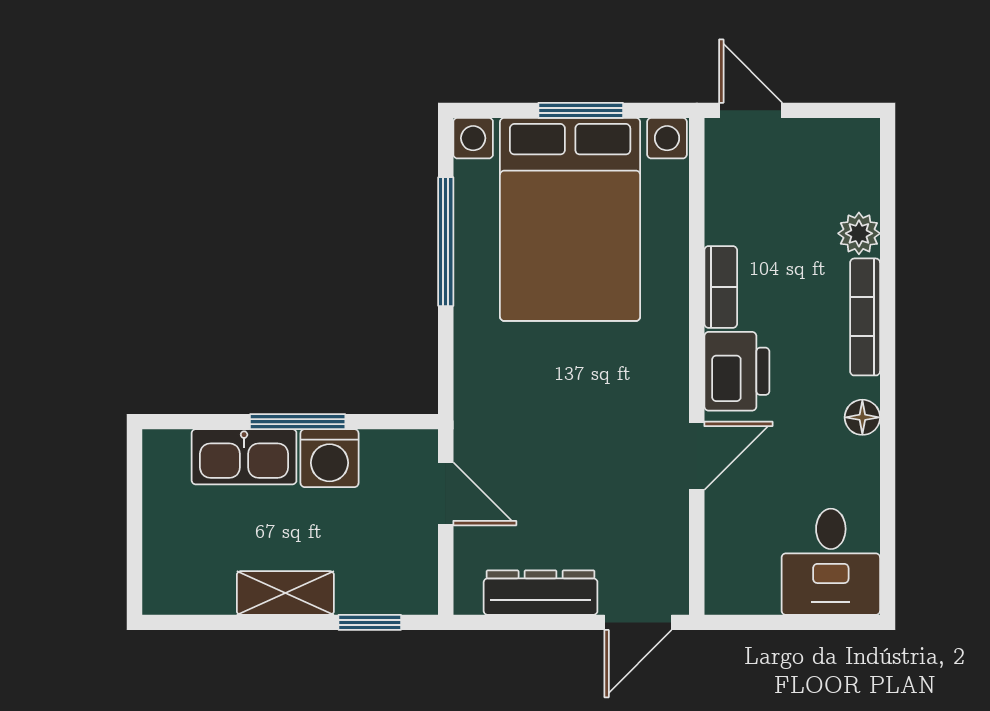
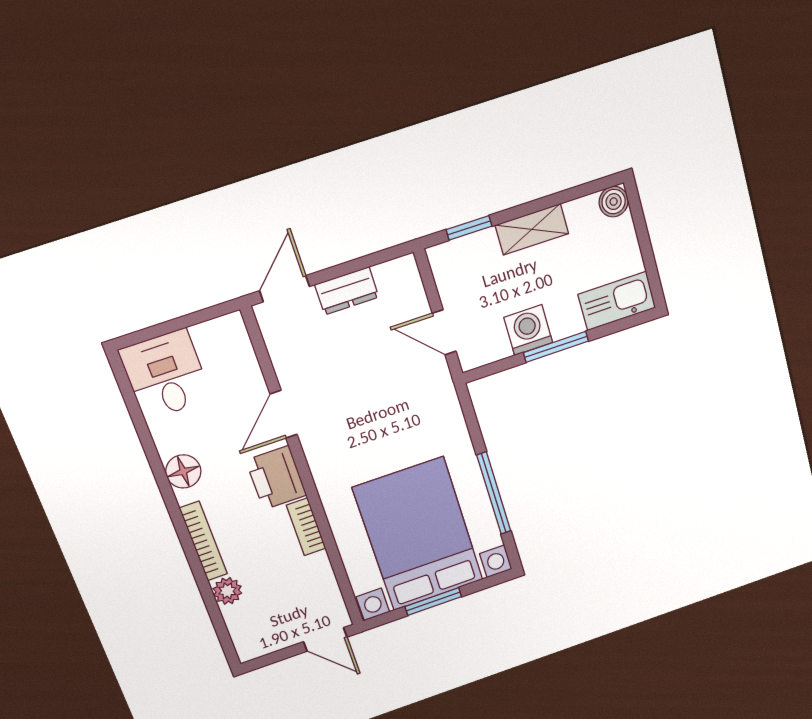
floor lamp: (862, 417) -> (183, 471), width x1.37, depth x1.37
kitchen sink: (244, 457) -> (617, 301), moved
dresser: (541, 593) -> (347, 291), width x0.70
boiler: (163, 594) -> (614, 202), added

